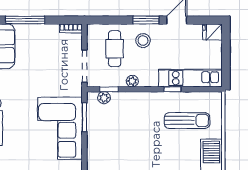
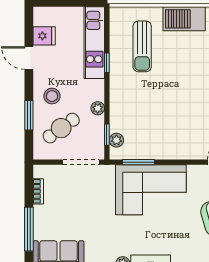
window: (146, 20) -> (29, 115), moved
bookcase: (71, 28) -> (38, 191), moved
fridge: (212, 32) -> (44, 36), moved, turned -90
cafe table: (115, 49) -> (61, 128), turned -36
sun lounger: (187, 120) -> (142, 46), turned 180

